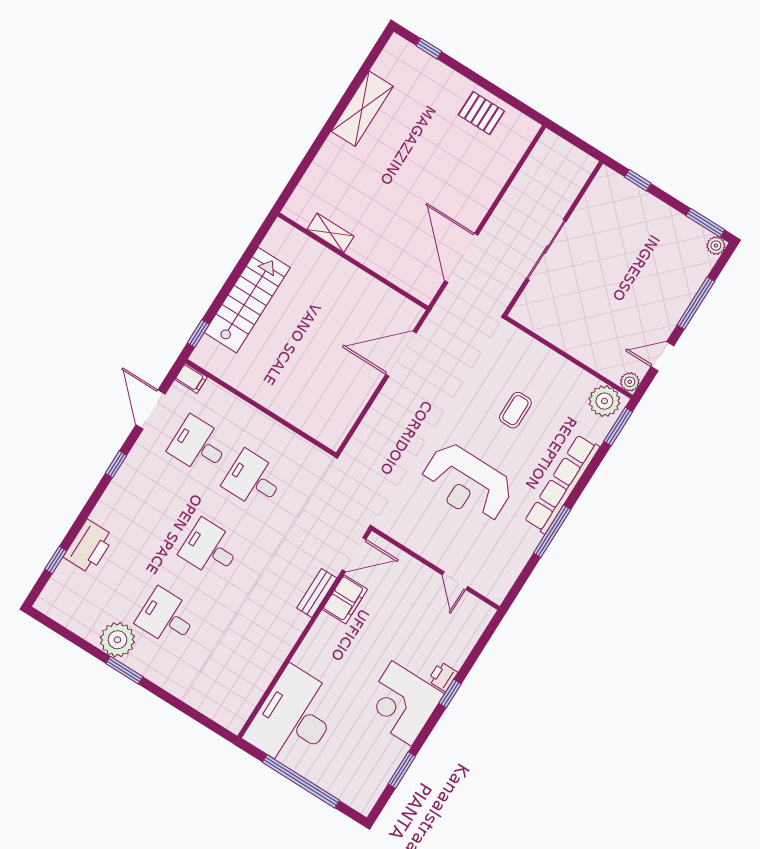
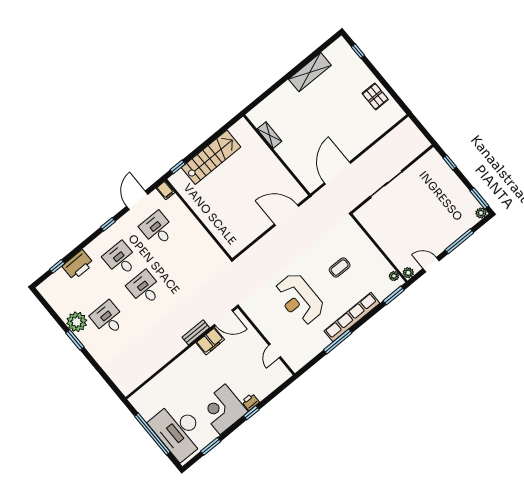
plant: (604, 401) -> (394, 276), width x0.53, depth x0.53
desk: (253, 480) -> (121, 259), moved
desk: (294, 718) -> (179, 431), moved, turned -90

